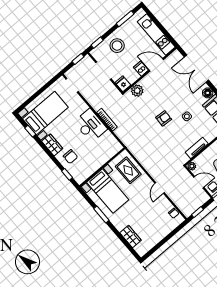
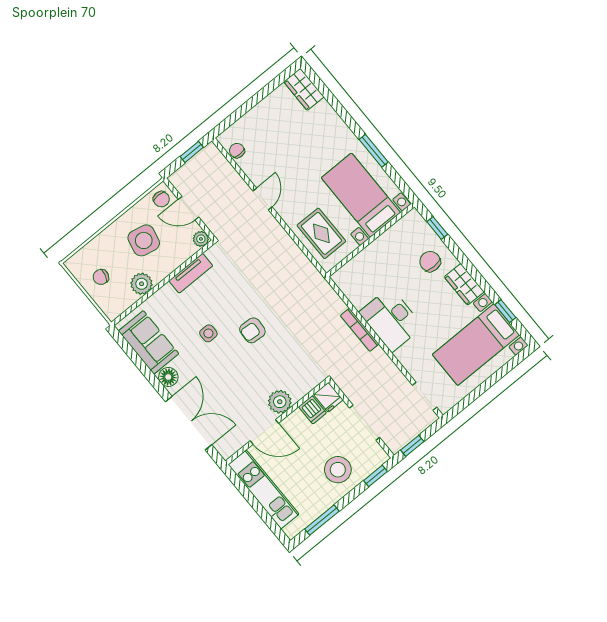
dishwasher: (141, 69) -> (312, 410), moved
plant: (137, 91) -> (280, 402), moved
wardrobe: (130, 236) -> (304, 89), moved

